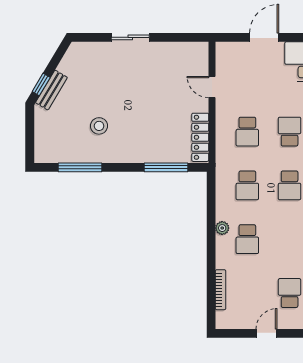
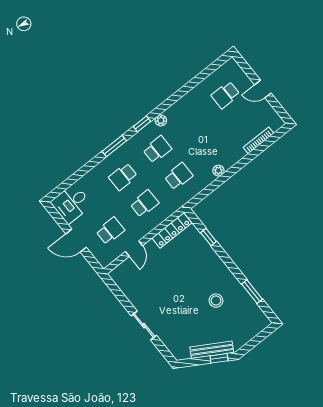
bench: (51, 90) -> (212, 350), width x1.36
window: (80, 167) -> (252, 292), width x0.69
window: (166, 167) -> (208, 237), width x0.46
school desk: (247, 239) -> (110, 231), moved

